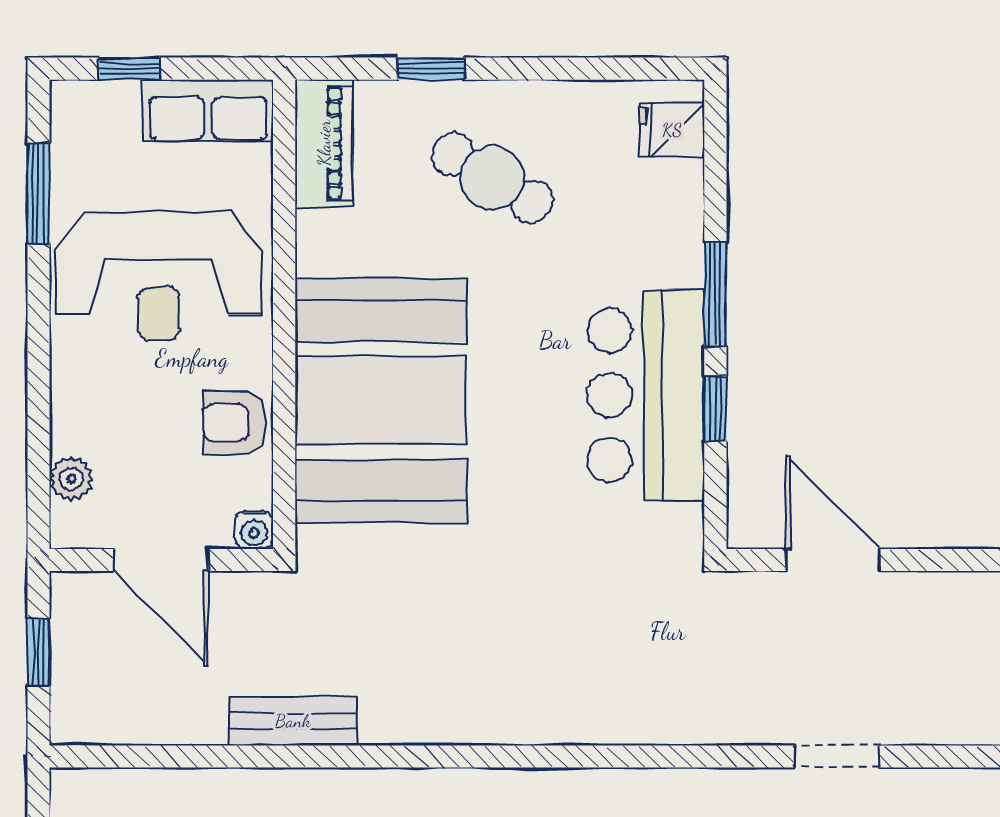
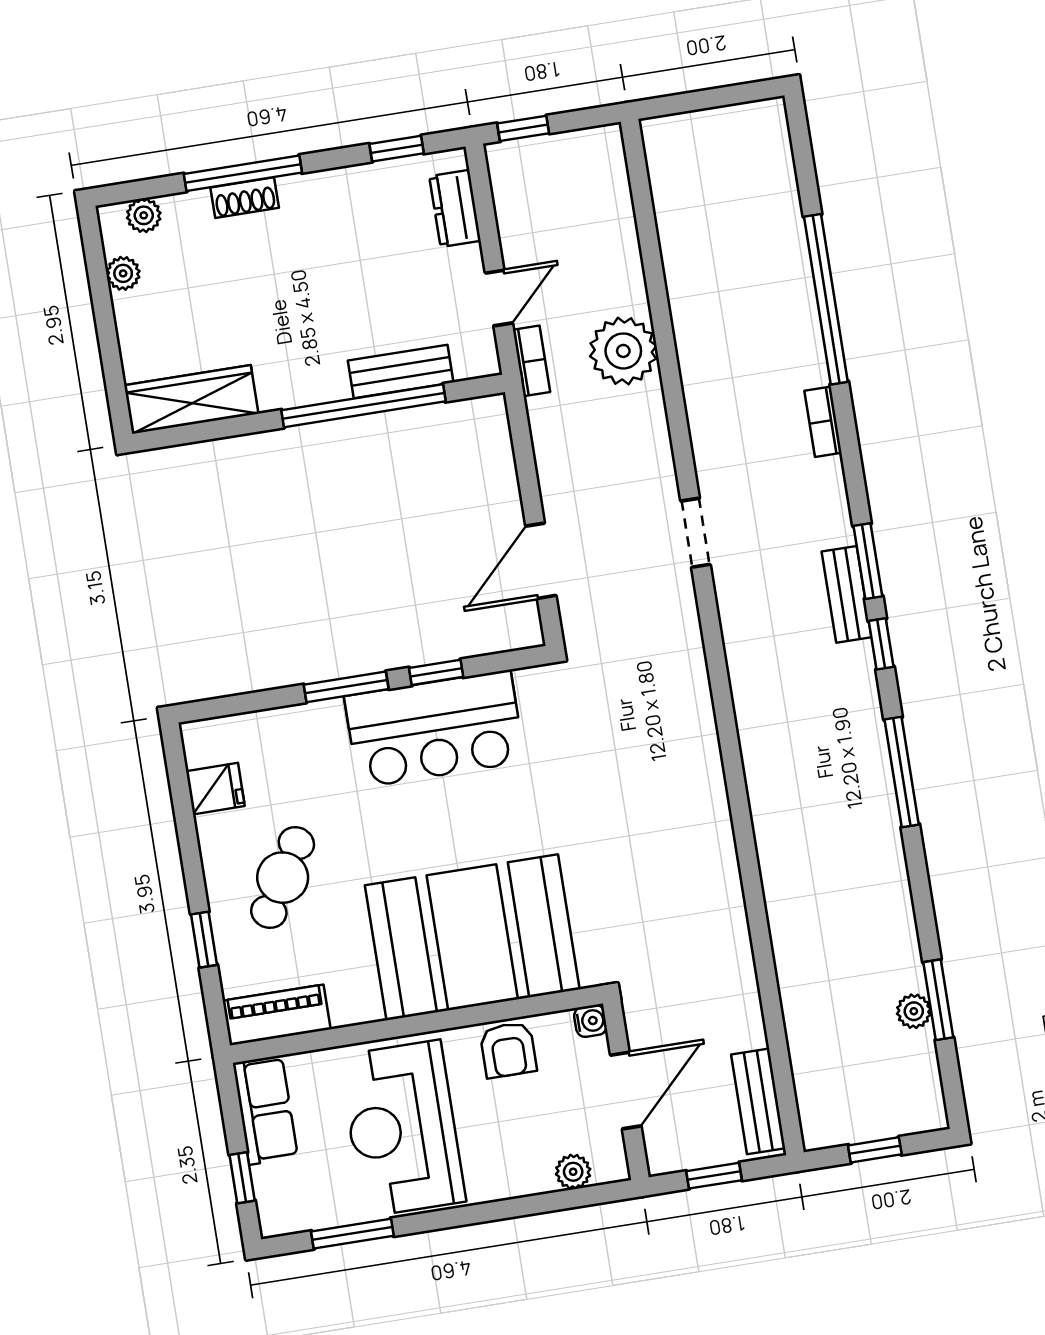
fridge: (672, 130) -> (215, 789), moved, turned -90
reception desk: (158, 276) -> (402, 1129), turned 180
bench: (293, 721) -> (758, 1101), moved

